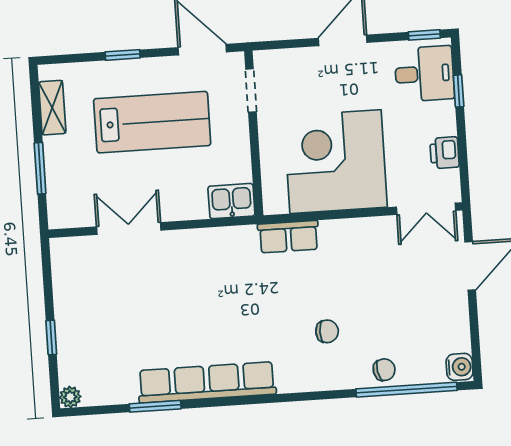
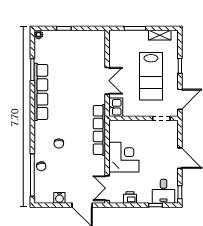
corner desk: (335, 162) -> (124, 157), width x0.74, depth x0.74
double door: (129, 229) -> (107, 81), moved
row of seats: (288, 237) -> (99, 130), width x2.02
water cooler: (460, 367) -> (59, 198), moved

